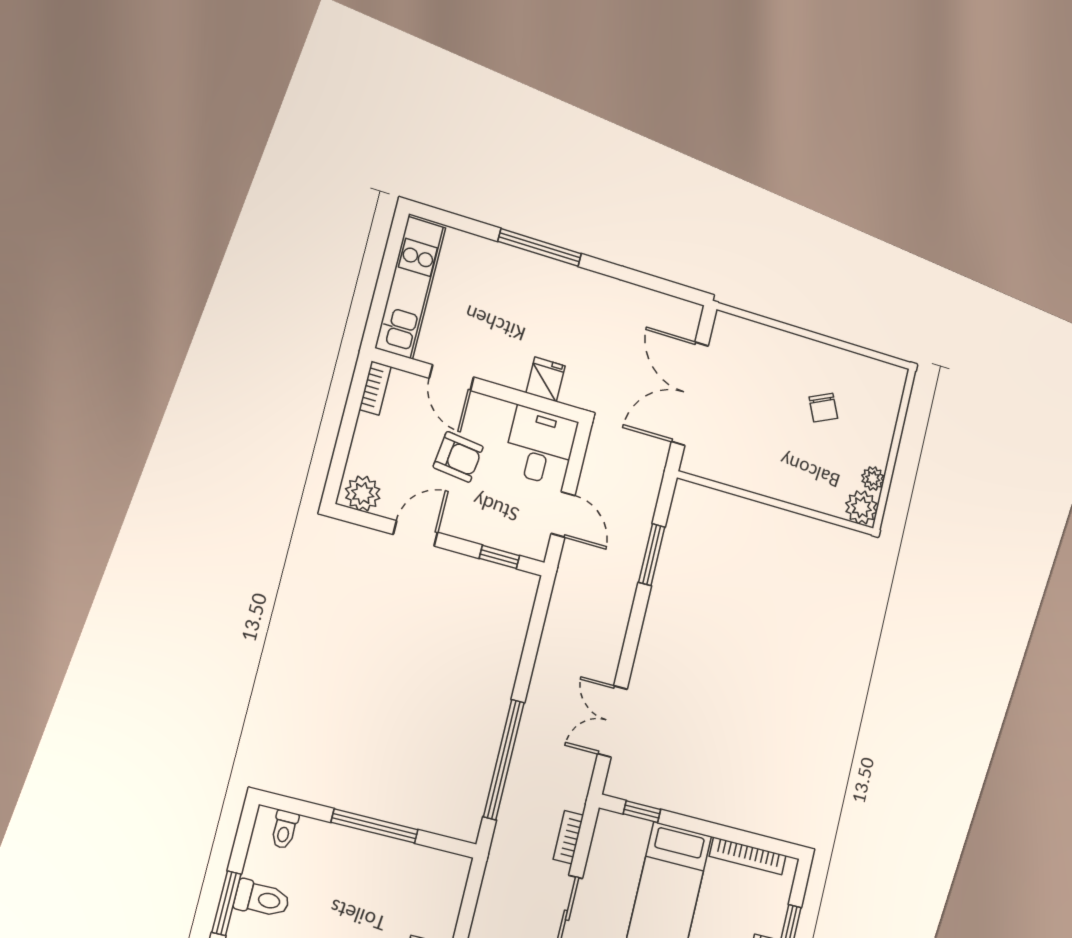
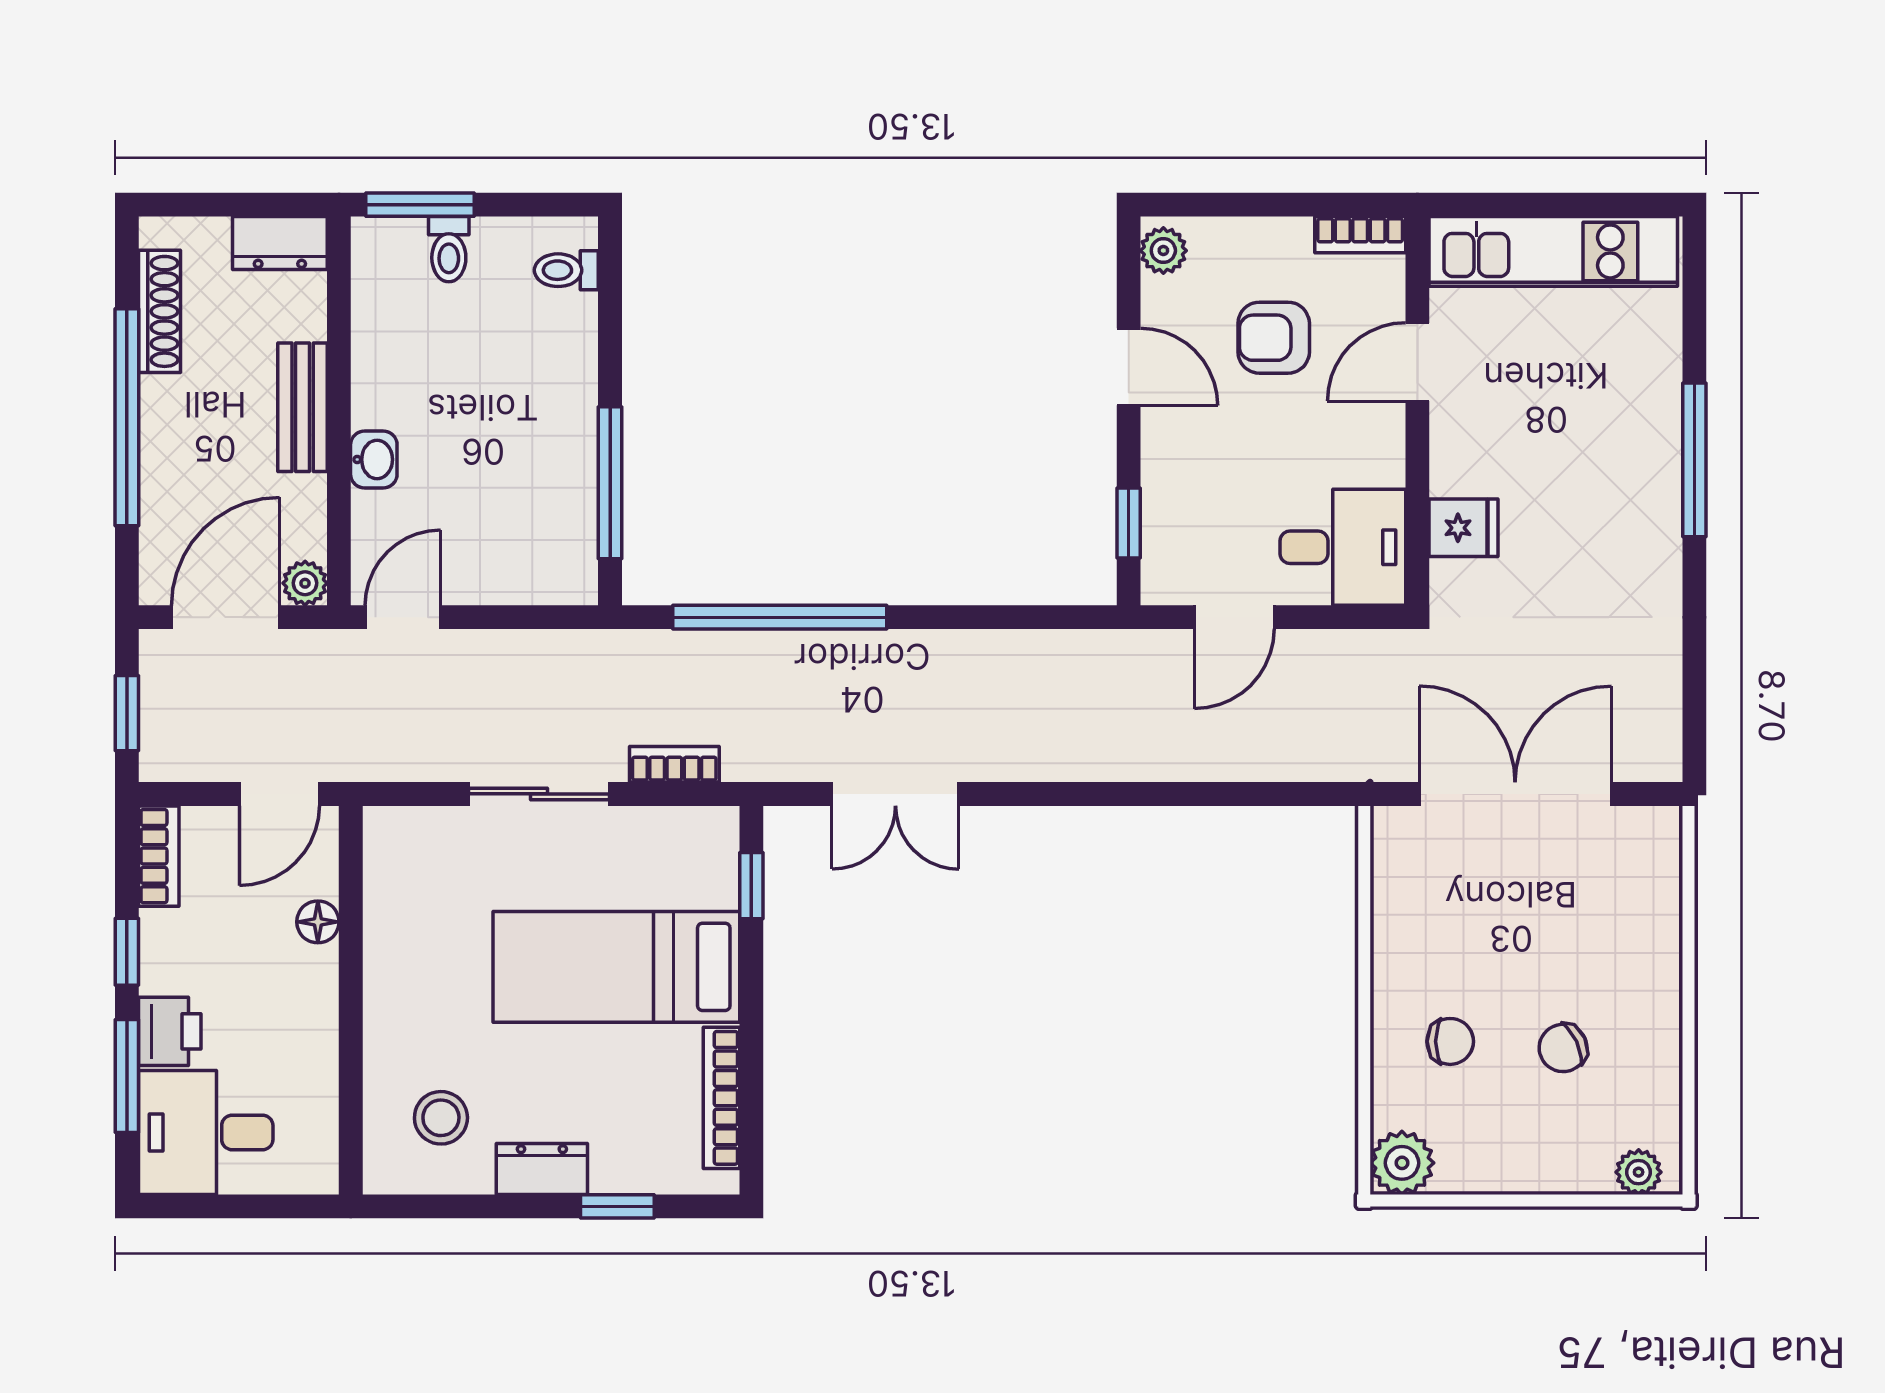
armchair: (458, 457) -> (1274, 338), moved, turned 83
chair: (807, 465) -> (1450, 1041), added
plant: (873, 478) -> (1639, 1172), moved
plant: (363, 493) -> (1163, 251), width x0.73, depth x0.73
window: (652, 555) -> (1208, 794), removed
double door: (612, 721) -> (895, 794), swing flipped
window: (375, 826) -> (610, 483), moved
toilet: (262, 899) -> (449, 249), width x0.73, depth x0.72

